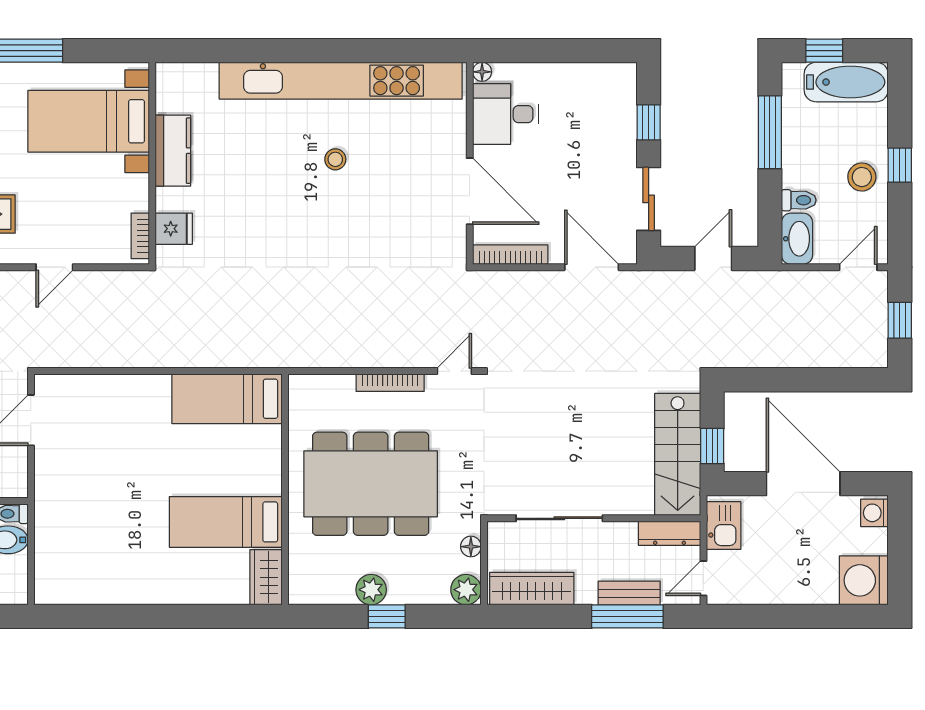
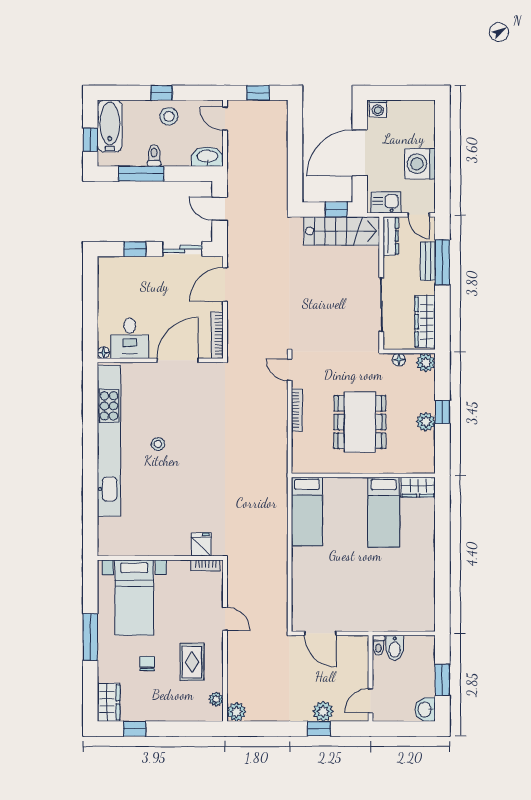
kitchen counter: (173, 151) -> (153, 545), removed
toilet: (799, 200) -> (154, 156), moved
dining table: (371, 484) -> (360, 422), width x0.73, depth x0.80
washing machine: (864, 580) -> (420, 164), moved, turned 90

